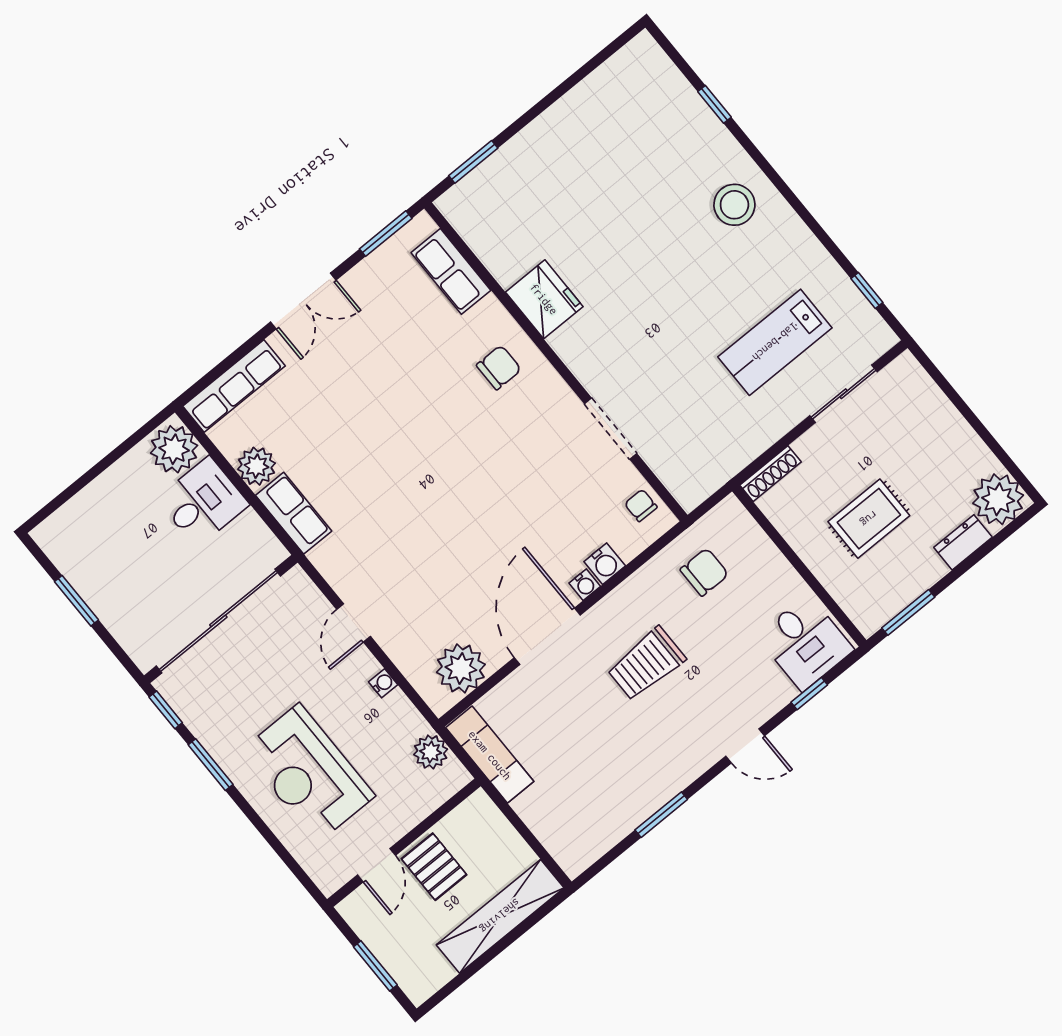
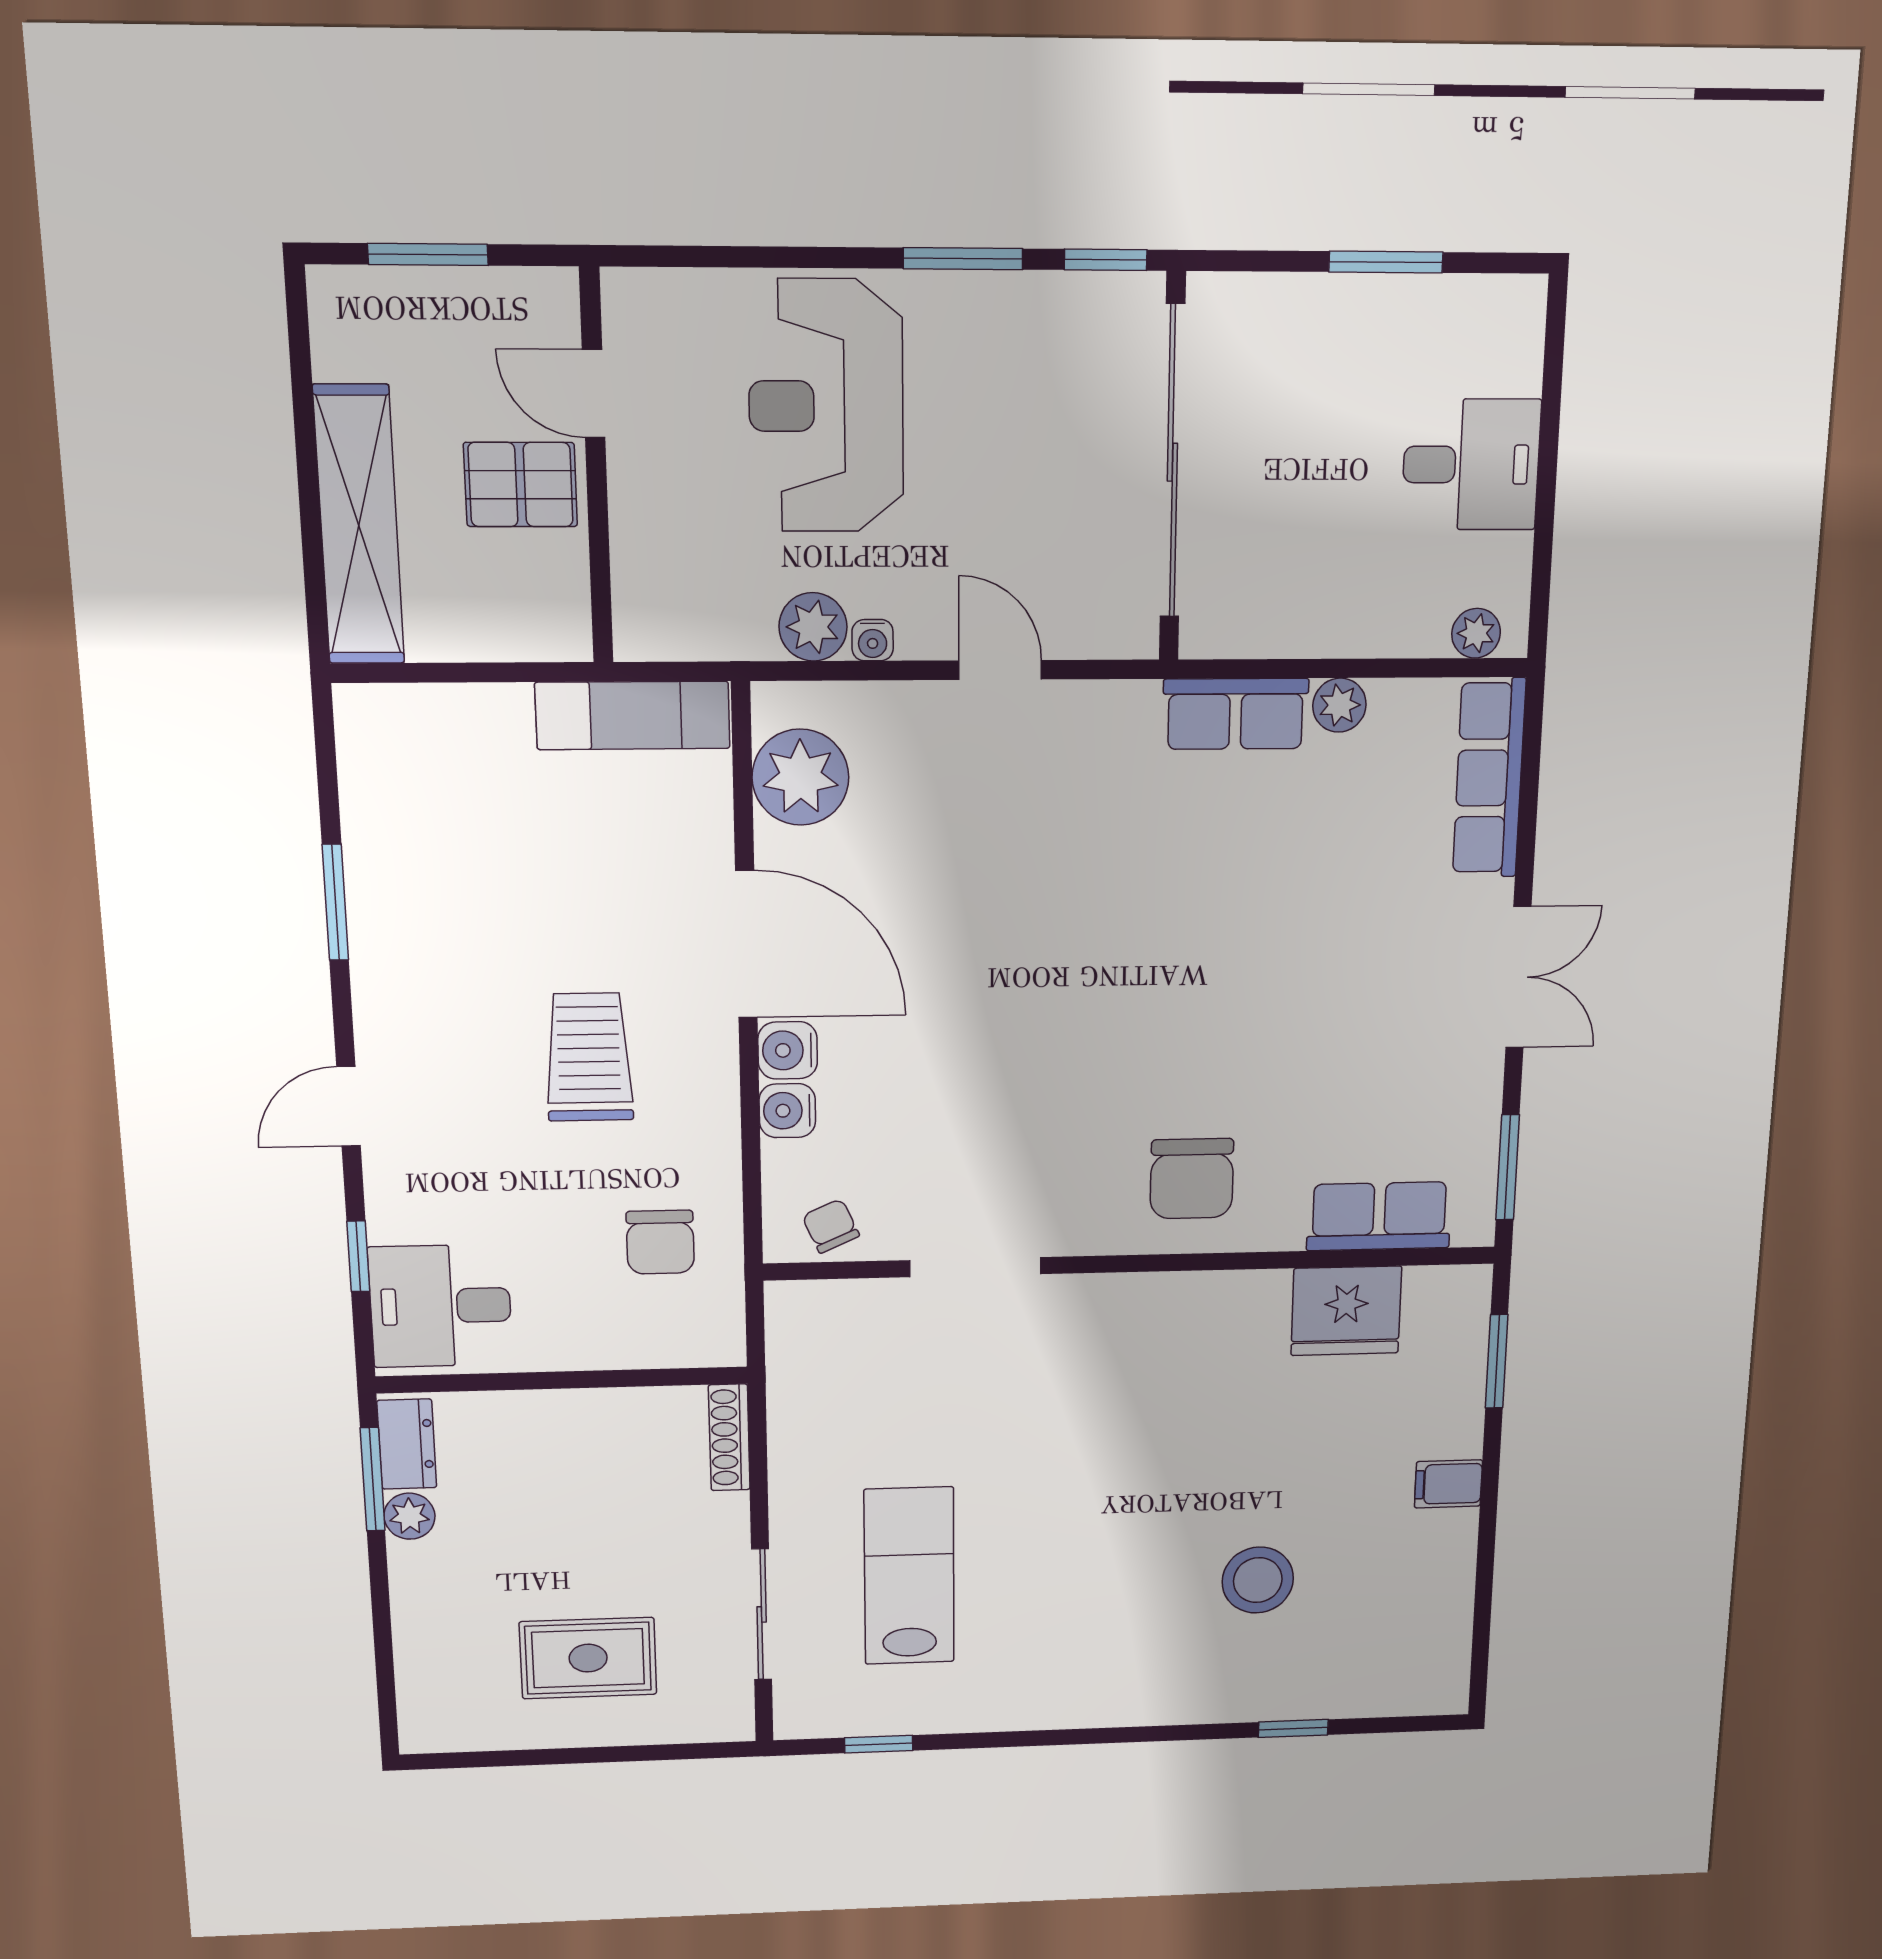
filing cabinet: (545, 134) -> (1448, 1484), added
stool: (734, 205) -> (1258, 1580), moved
fridge: (544, 299) -> (1346, 1311), moved
double door: (303, 301) -> (1518, 977), swing flipped
chair: (499, 367) -> (1192, 1179), width x1.37, depth x1.37
plant: (174, 449) -> (1476, 633), width x0.53, depth x0.53
plant: (257, 466) -> (1339, 705), width x0.73, depth x0.73
plant: (998, 499) -> (409, 1516), moved, width x0.53, depth x0.53
desk: (203, 502) -> (1471, 465), moved, turned -90
chair: (641, 505) -> (831, 1226), turned -114
rug: (869, 519) -> (588, 1658), moved, turned 90
dresser: (963, 542) -> (407, 1444), moved
water cooler: (585, 585) -> (788, 1050), width x1.38, depth x1.38
plant: (431, 752) -> (813, 627), moved
reception desk: (308, 773) -> (826, 406), turned -90

